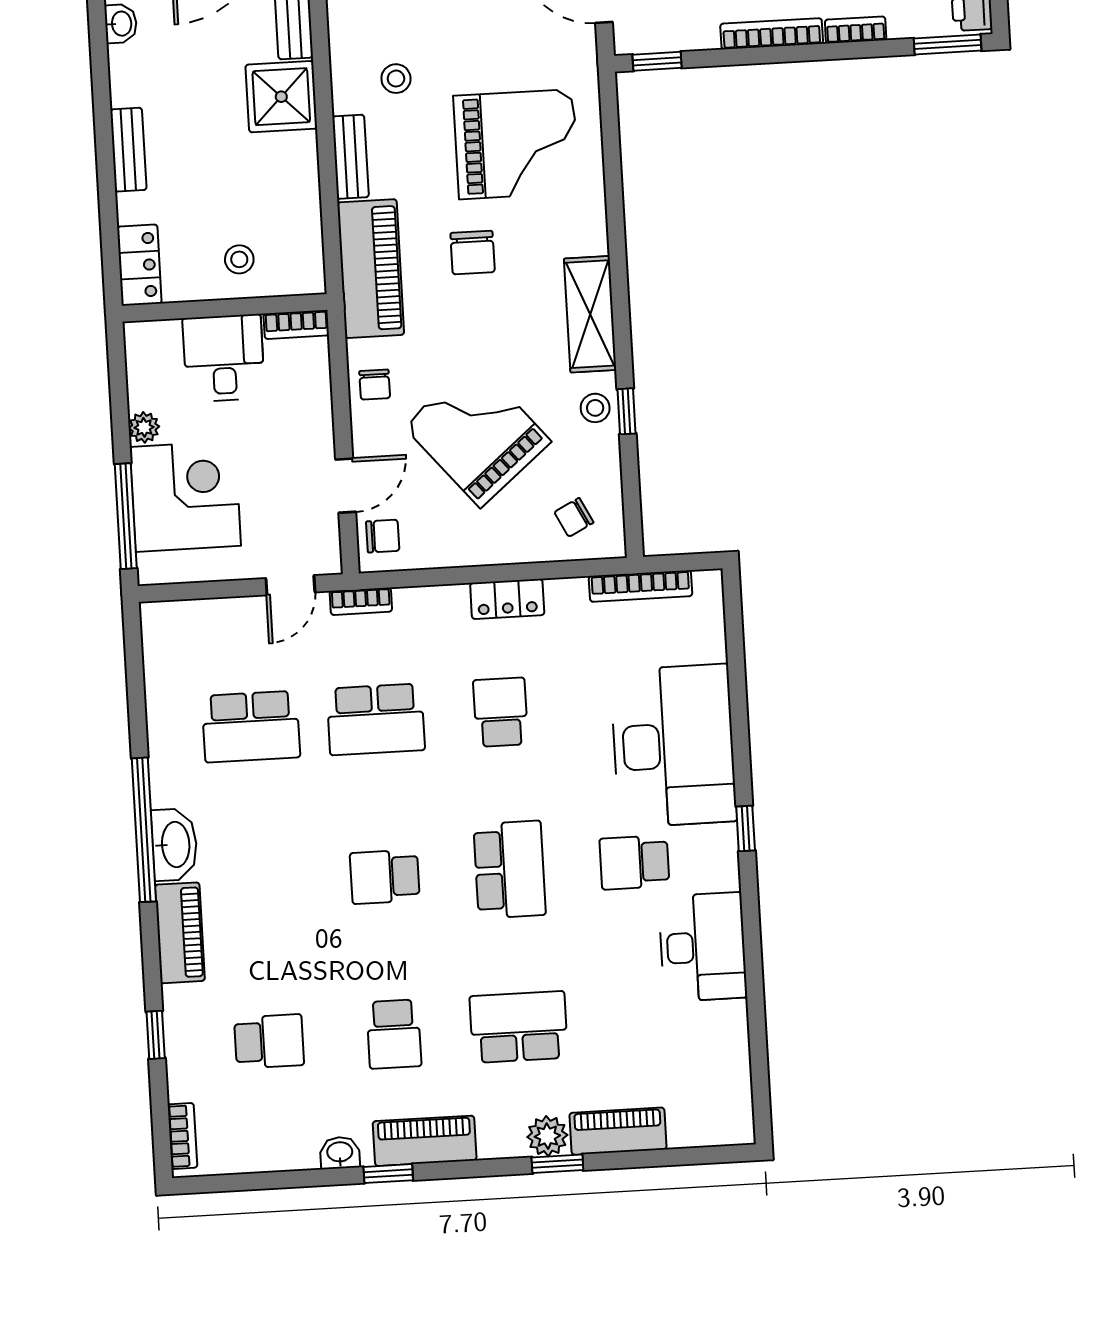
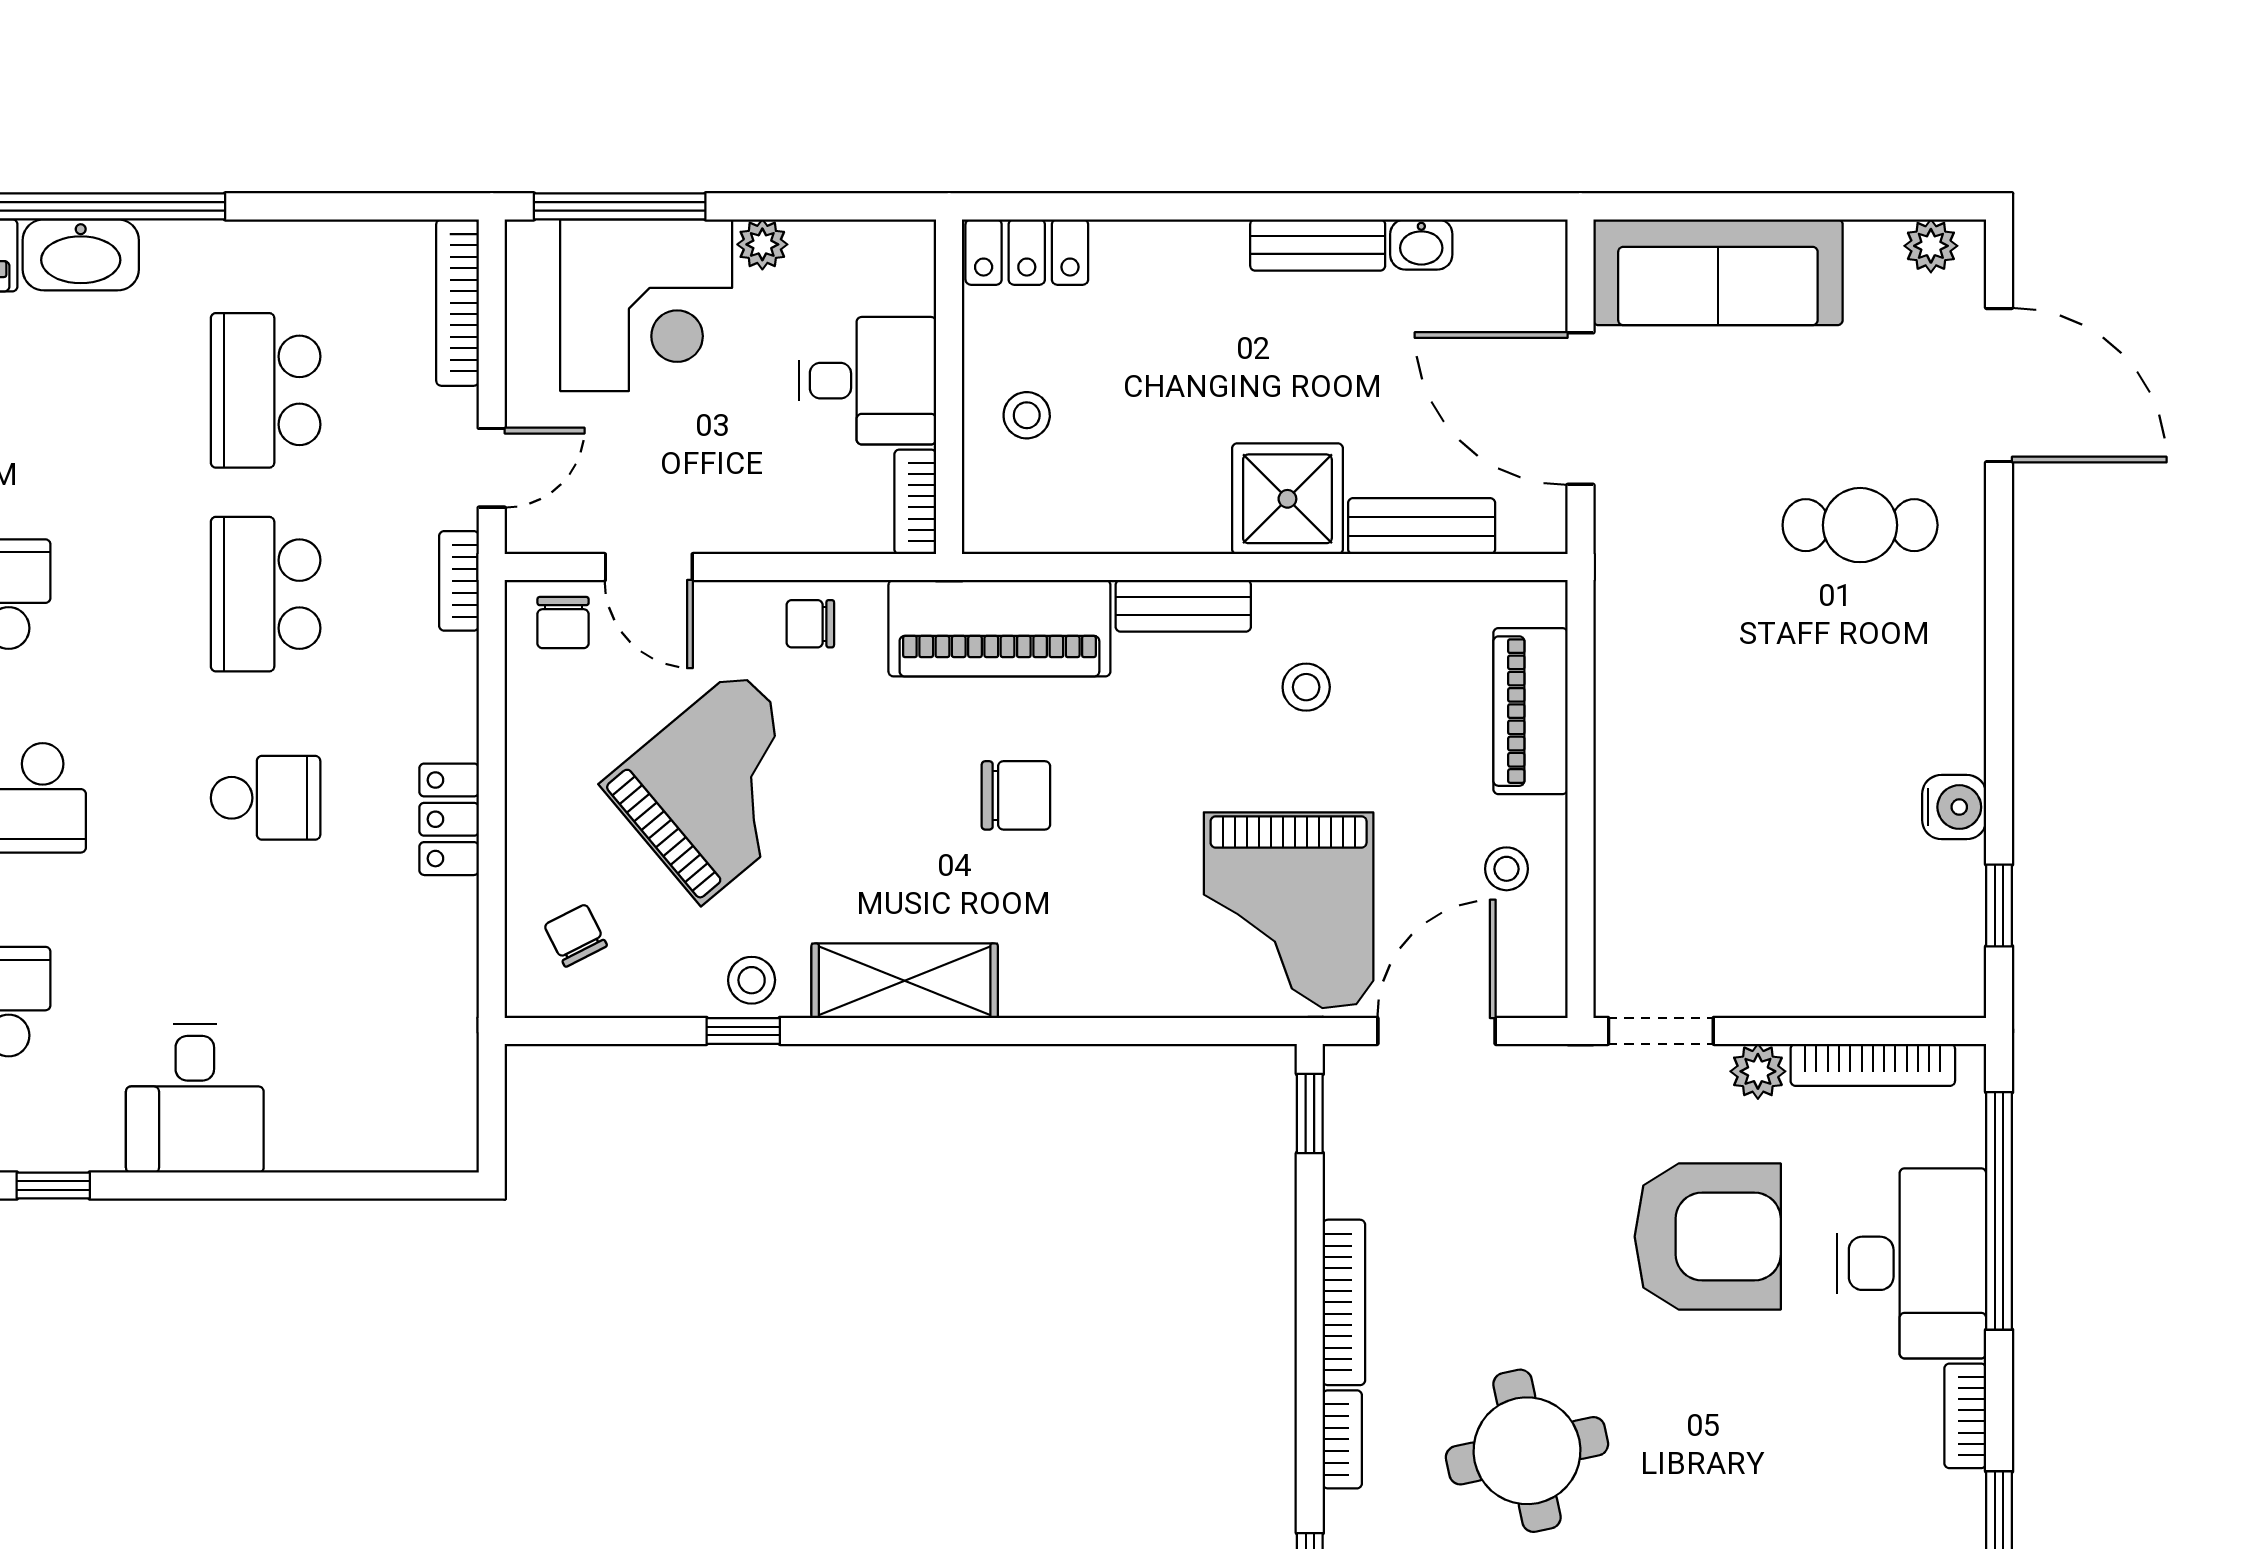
grand piano: (516, 144) -> (1289, 910), moved
bench: (128, 150) -> (1318, 245), moved
chair: (473, 253) -> (1016, 795), turned 180
door: (290, 585) -> (492, 468), swing flipped
bookcase: (641, 586) -> (458, 303), moved
desk: (674, 746) -> (195, 1098), width x0.53, depth x0.77

